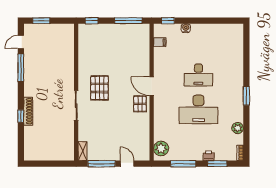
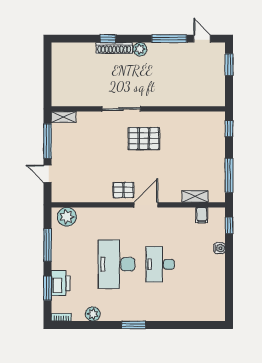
shelving: (145, 48) -> (195, 196), added
plant: (29, 91) -> (140, 49), added
printer: (209, 156) -> (60, 283), width x1.87, depth x1.48
door: (127, 164) -> (48, 174), swing flipped

